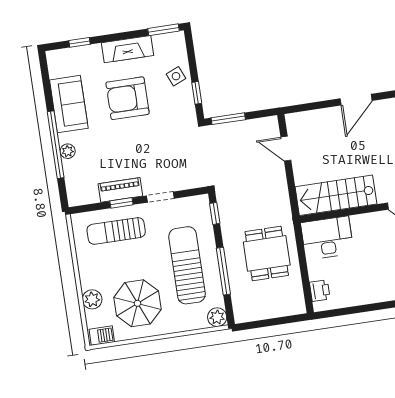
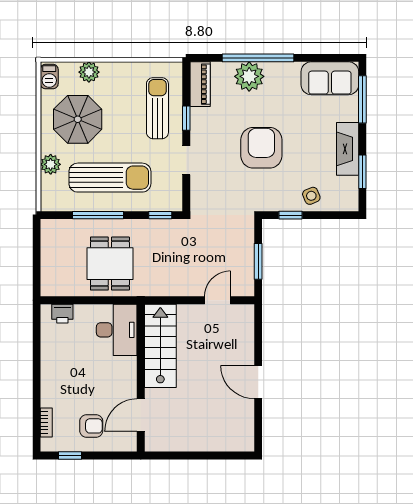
window: (164, 30) -> (362, 172), moved
window: (80, 42) -> (362, 99), width x2.17
armchair: (128, 98) -> (261, 148), moved
sofa: (69, 104) -> (330, 78), moved
window: (228, 119) -> (258, 261), moved
plant: (68, 151) -> (249, 76), width x1.87, depth x1.87
piano: (120, 190) -> (200, 84), moved
dining table: (267, 253) -> (110, 264), turned 90
plant: (217, 317) -> (51, 164), moved

